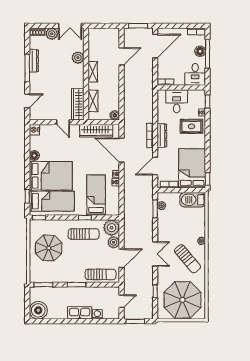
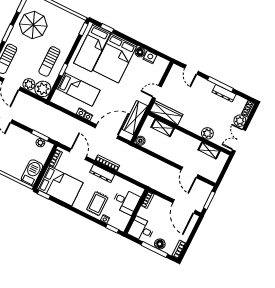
shelving: (93, 72) -> (209, 150), moved
nightstand: (34, 130) -> (150, 57), moved
parasol: (49, 248) -> (33, 25), moved

